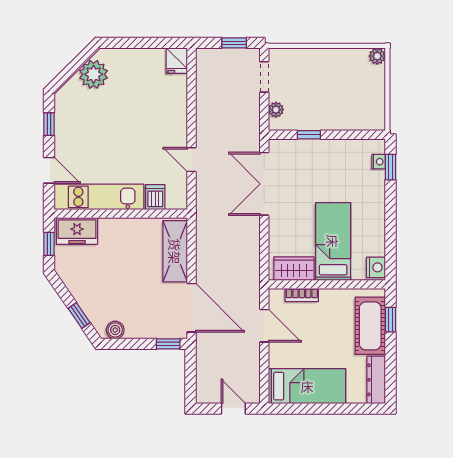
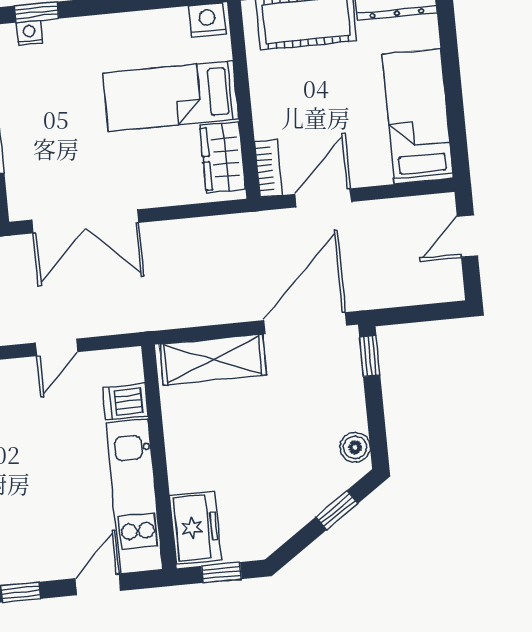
bookcase: (302, 295) -> (268, 168), moved

